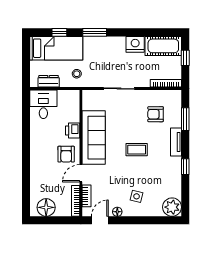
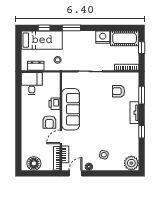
coffee table: (137, 150) -> (104, 119), removed

